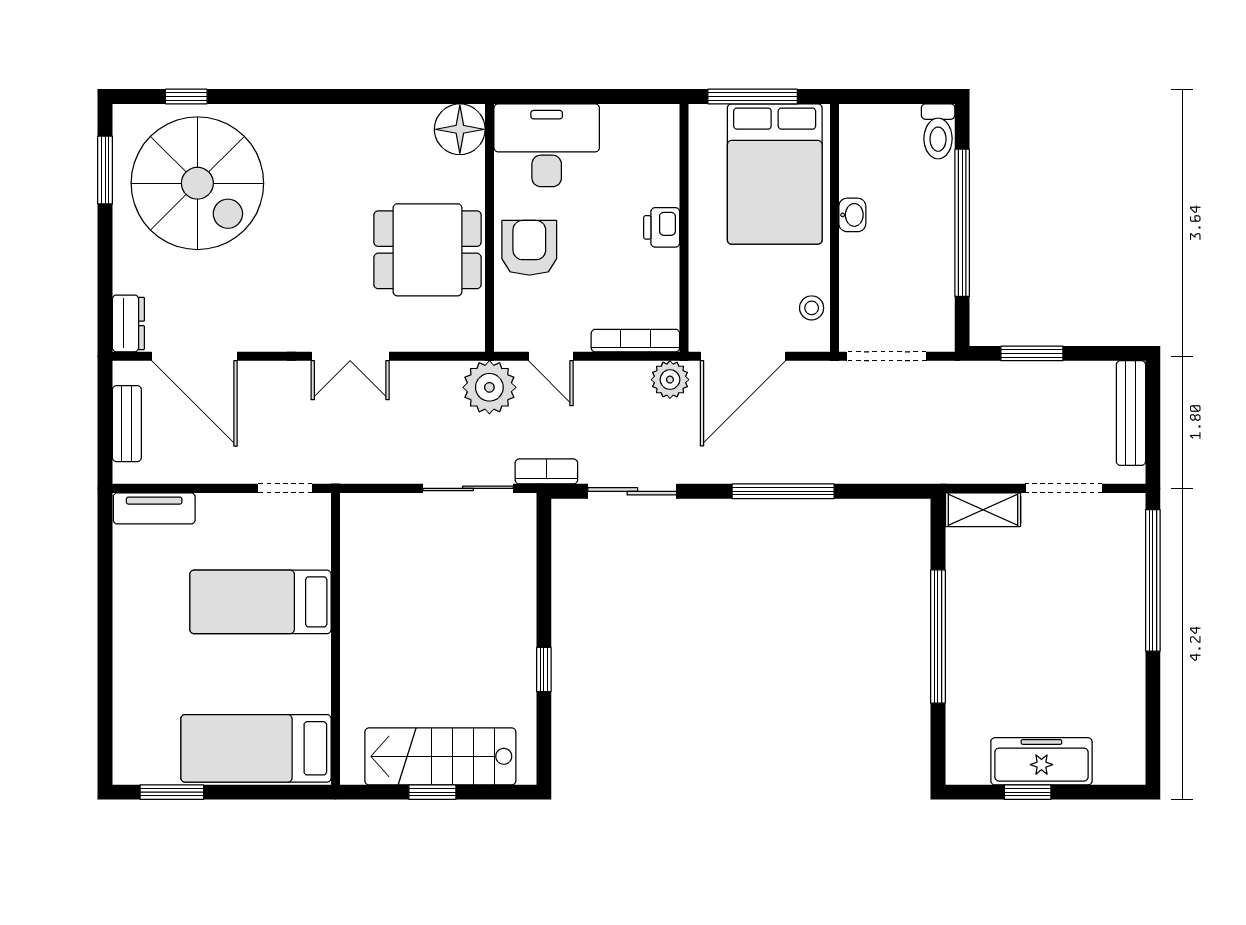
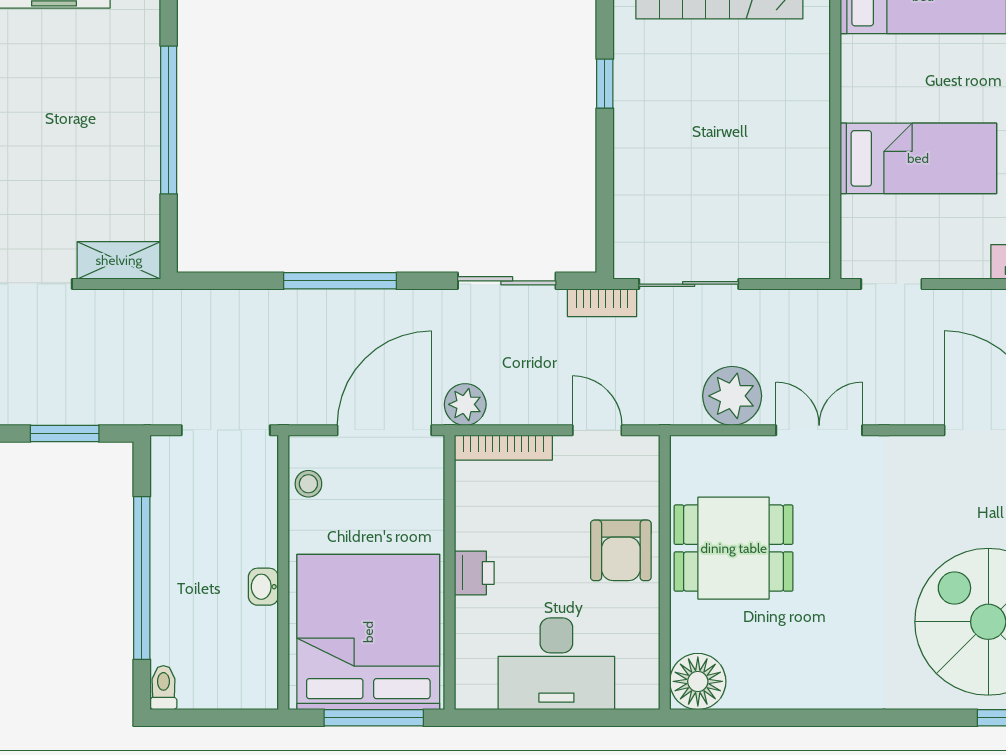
toilet: (938, 131) -> (163, 688), width x0.73, depth x0.72
desk: (547, 145) -> (556, 664), moved
bed: (775, 174) -> (368, 632), width x1.36
plant: (489, 387) -> (732, 396), moved

